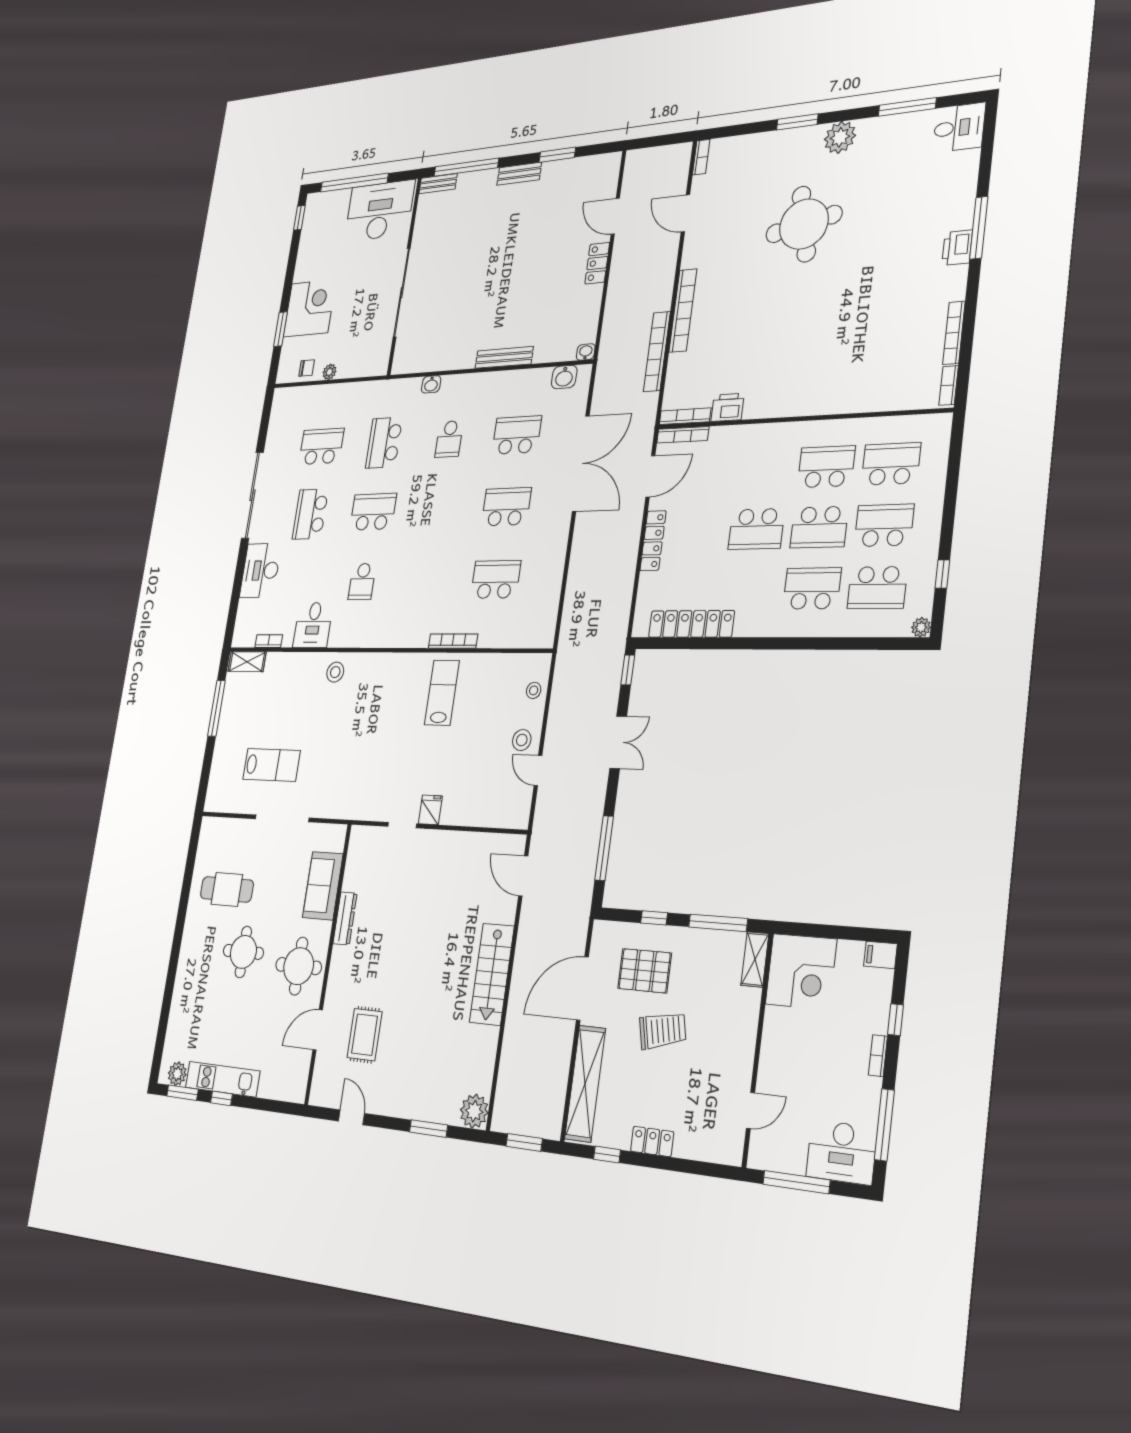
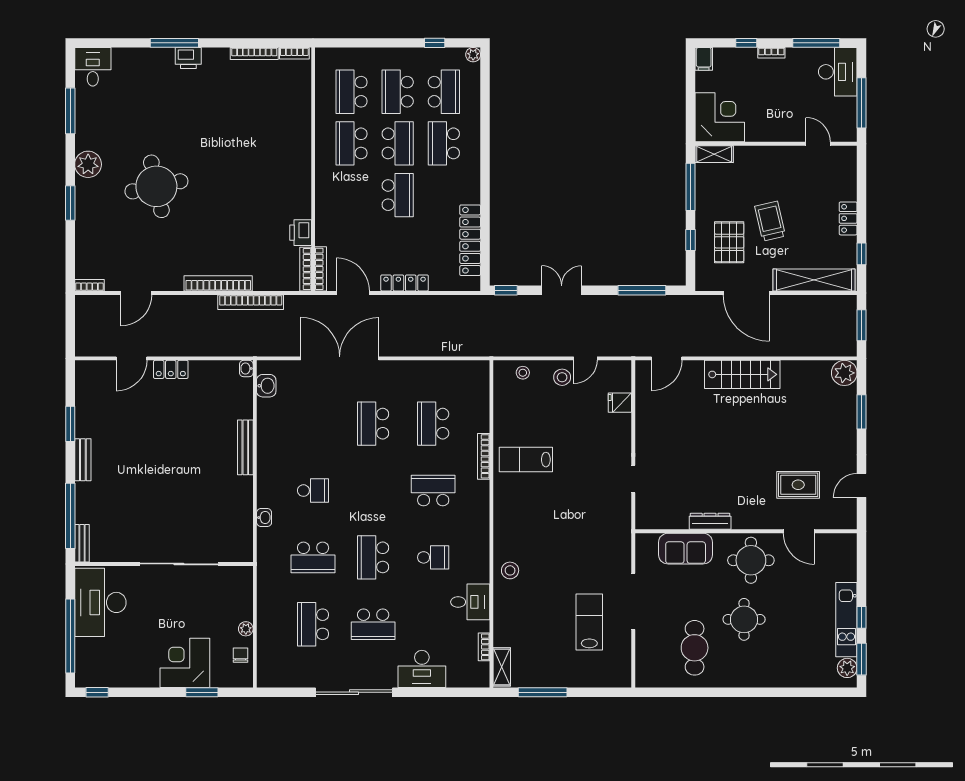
school desk: (517, 435) -> (433, 491), moved, turned 90
fridge: (430, 810) -> (620, 403), moved

